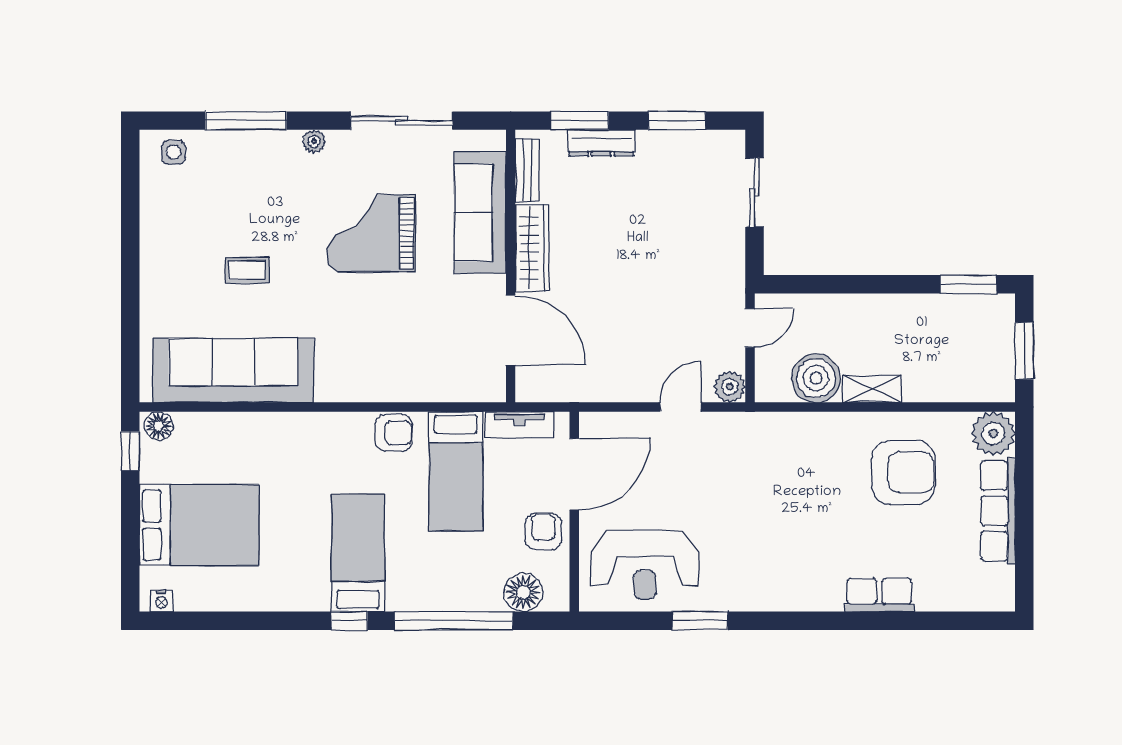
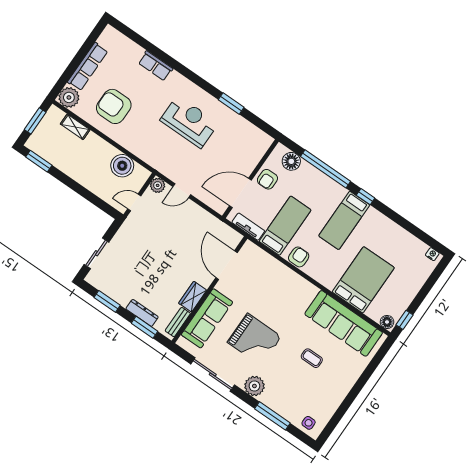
plant: (314, 141) -> (254, 386), width x1.88, depth x1.88
wardrobe: (532, 248) -> (193, 297), width x0.67
shelving: (872, 389) -> (75, 127), moved
armchair: (394, 433) -> (299, 257), turned 90
bed: (199, 525) -> (363, 280), moved, turned 90
reception desk: (645, 565) -> (189, 122), moved

